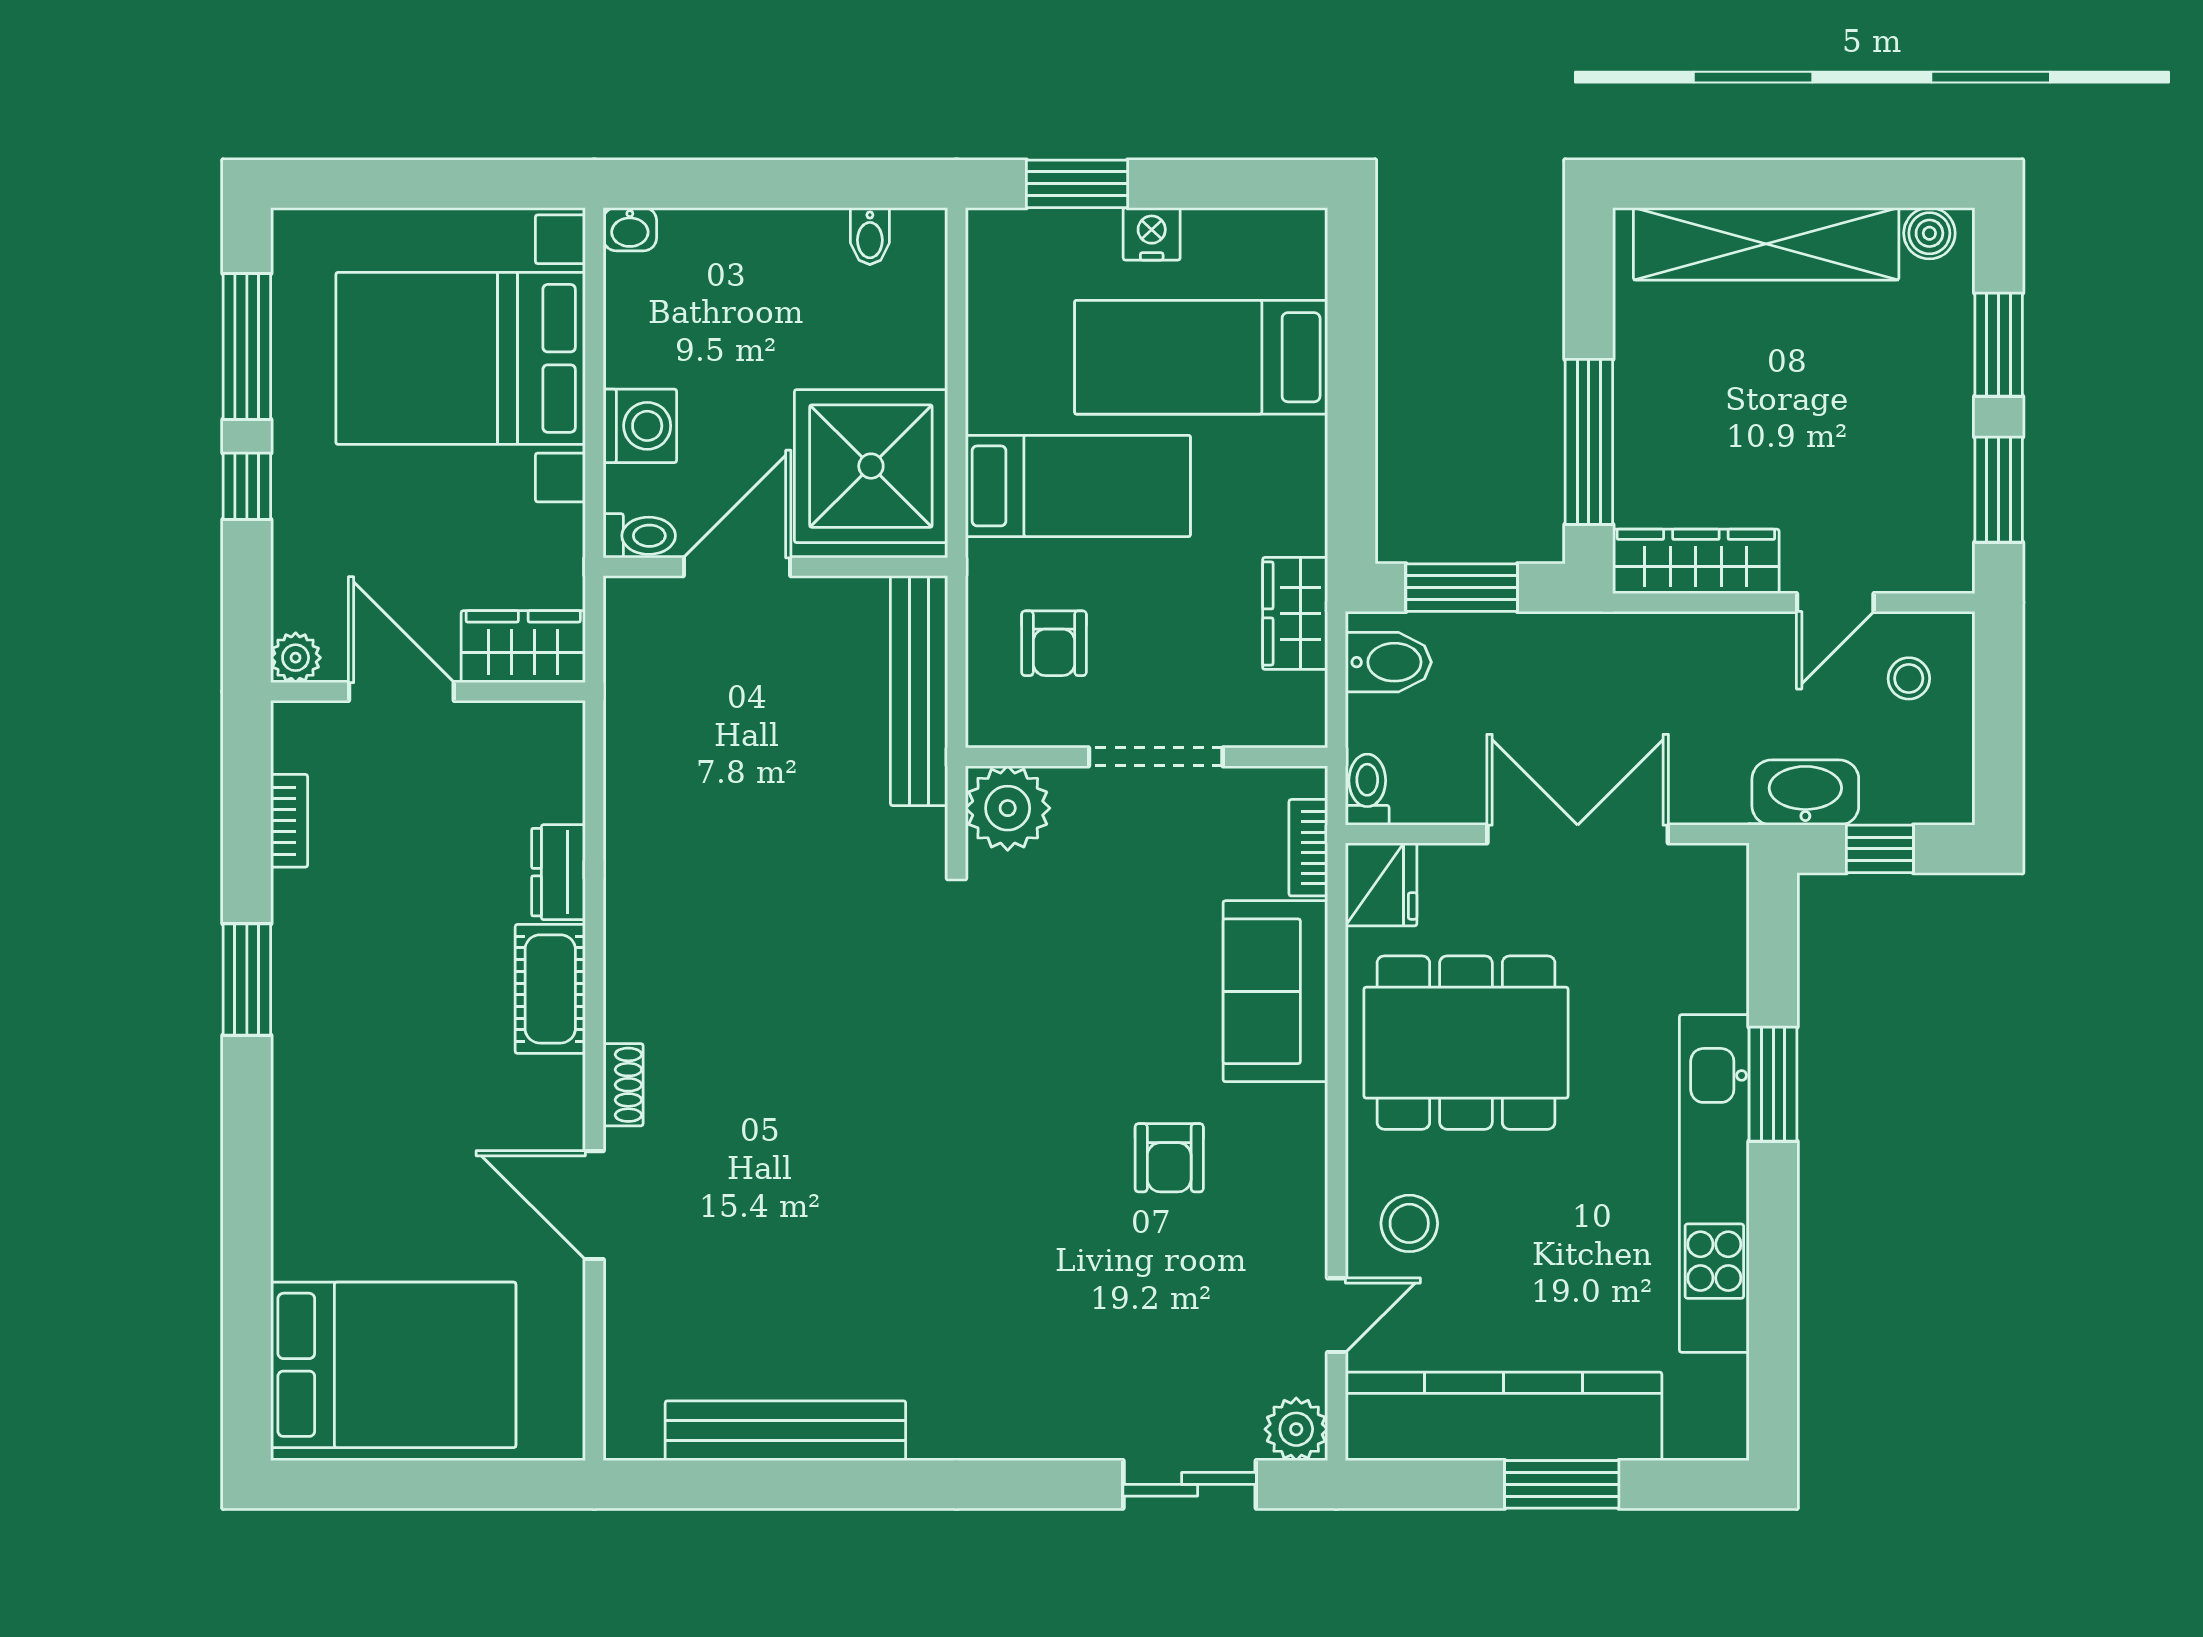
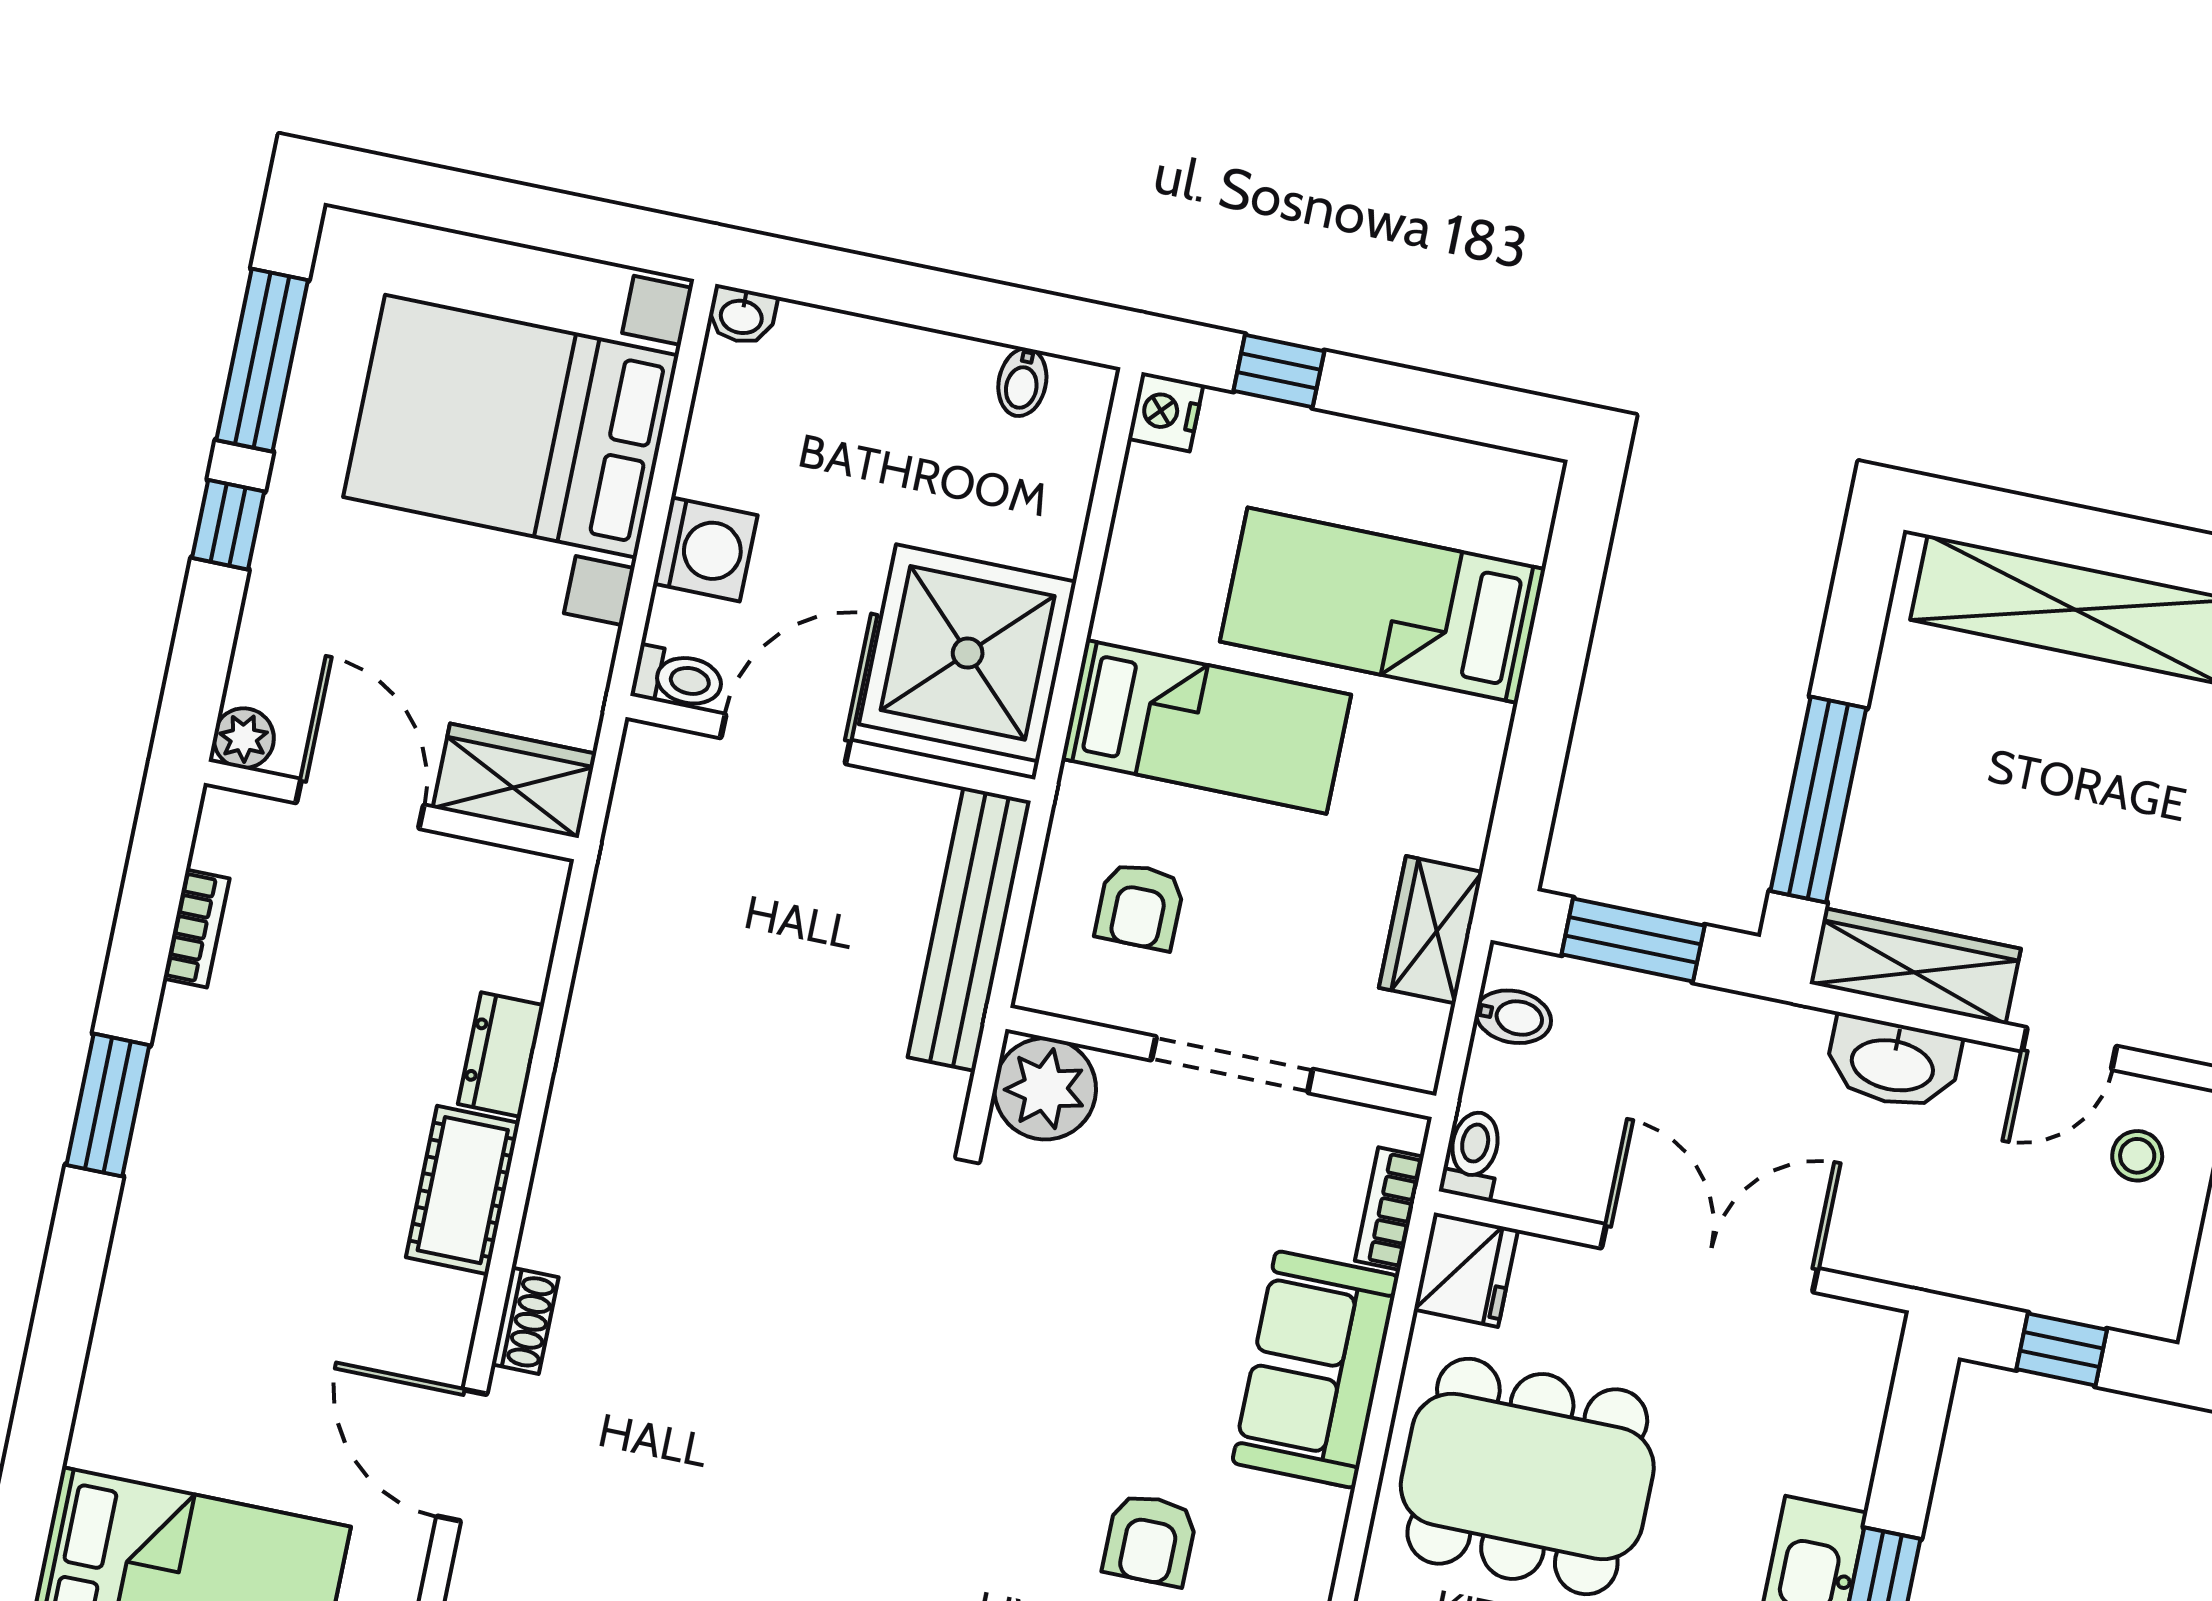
window: (1077, 184) -> (1279, 371), width x0.67
nightstand: (1152, 234) -> (1166, 412), moved, turned -90
bidet: (1388, 662) -> (1513, 1017), width x0.72, depth x0.74
washbasin: (1805, 793) -> (1893, 1063), moved, turned 180

